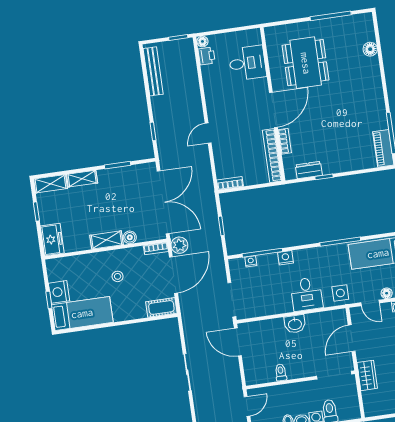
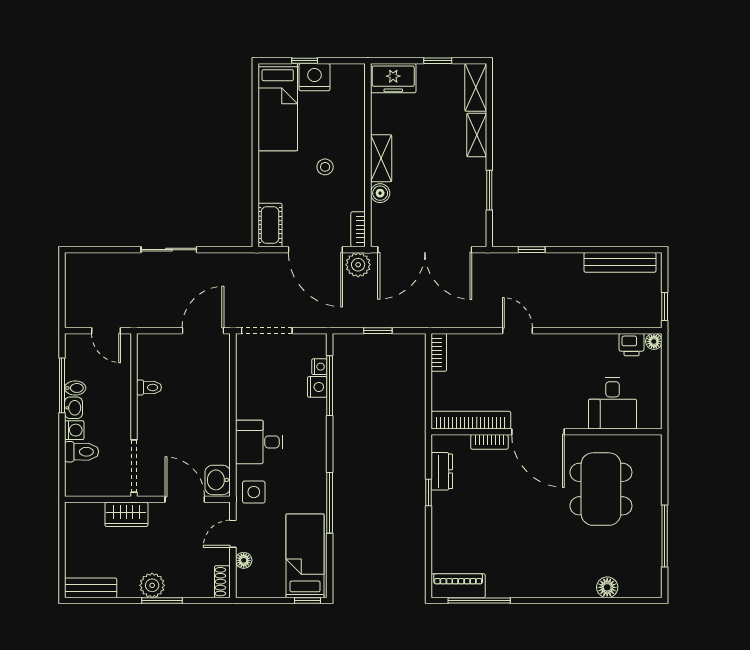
dining table: (306, 63) -> (601, 489), turned 90
nightstand: (286, 258) -> (317, 387), moved
washbasin: (295, 324) -> (218, 480), moved

